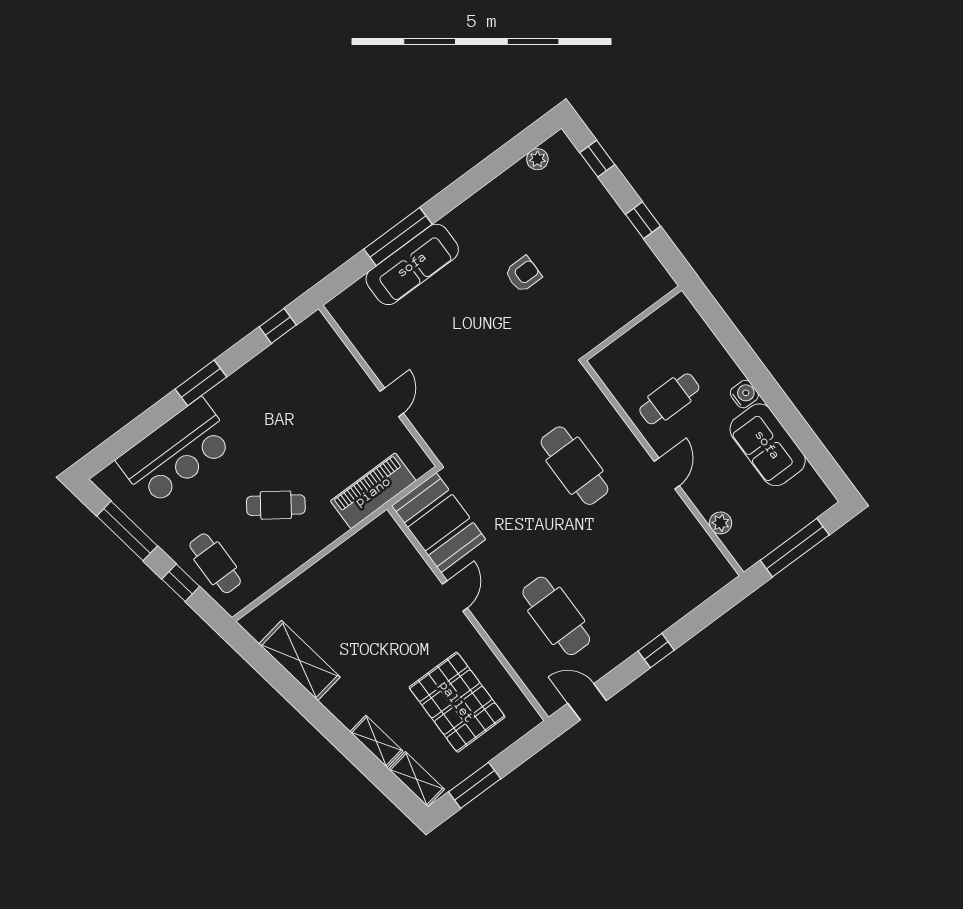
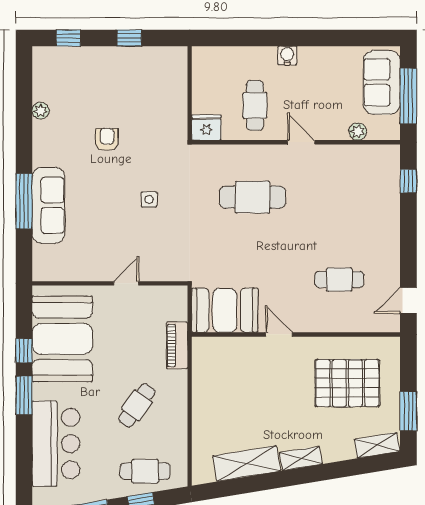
plant: (537, 159) -> (41, 111), moved
window: (278, 326) -> (24, 351), moved
side table: (494, 362) -> (149, 199), added
fridge: (610, 366) -> (206, 128), added
booth: (287, 379) -> (62, 339), added
door: (392, 402) -> (126, 283), hinge flipped
sofa: (768, 445) -> (382, 82), moved, turned 90
piano: (373, 491) -> (177, 345), width x0.73, depth x0.75
cafe table: (556, 616) -> (339, 280), width x0.73, depth x0.74
window: (656, 651) -> (408, 181), moved
shelving: (376, 741) -> (301, 458), moved

